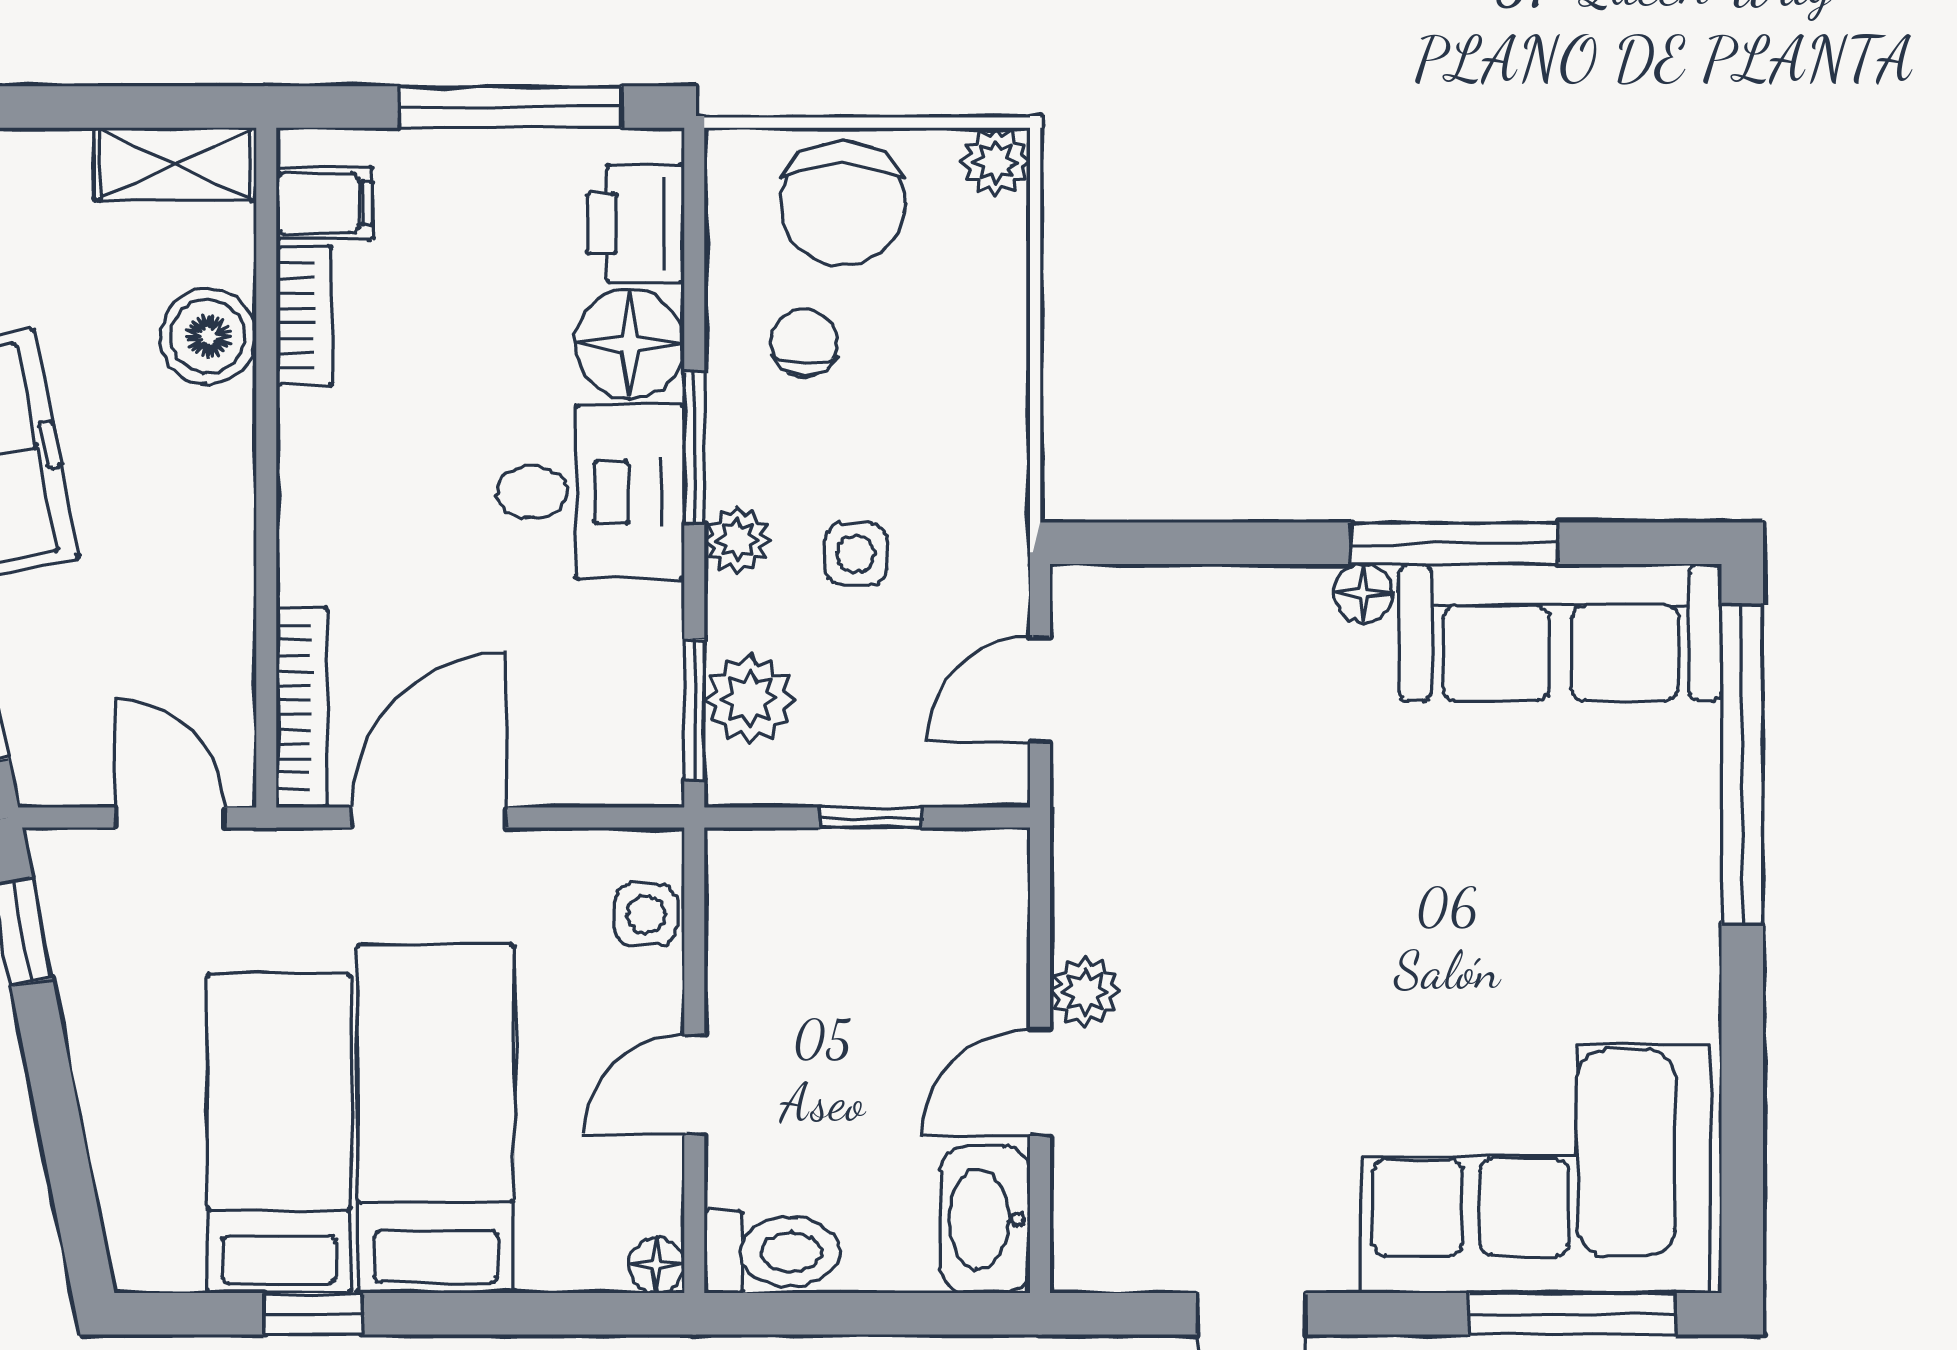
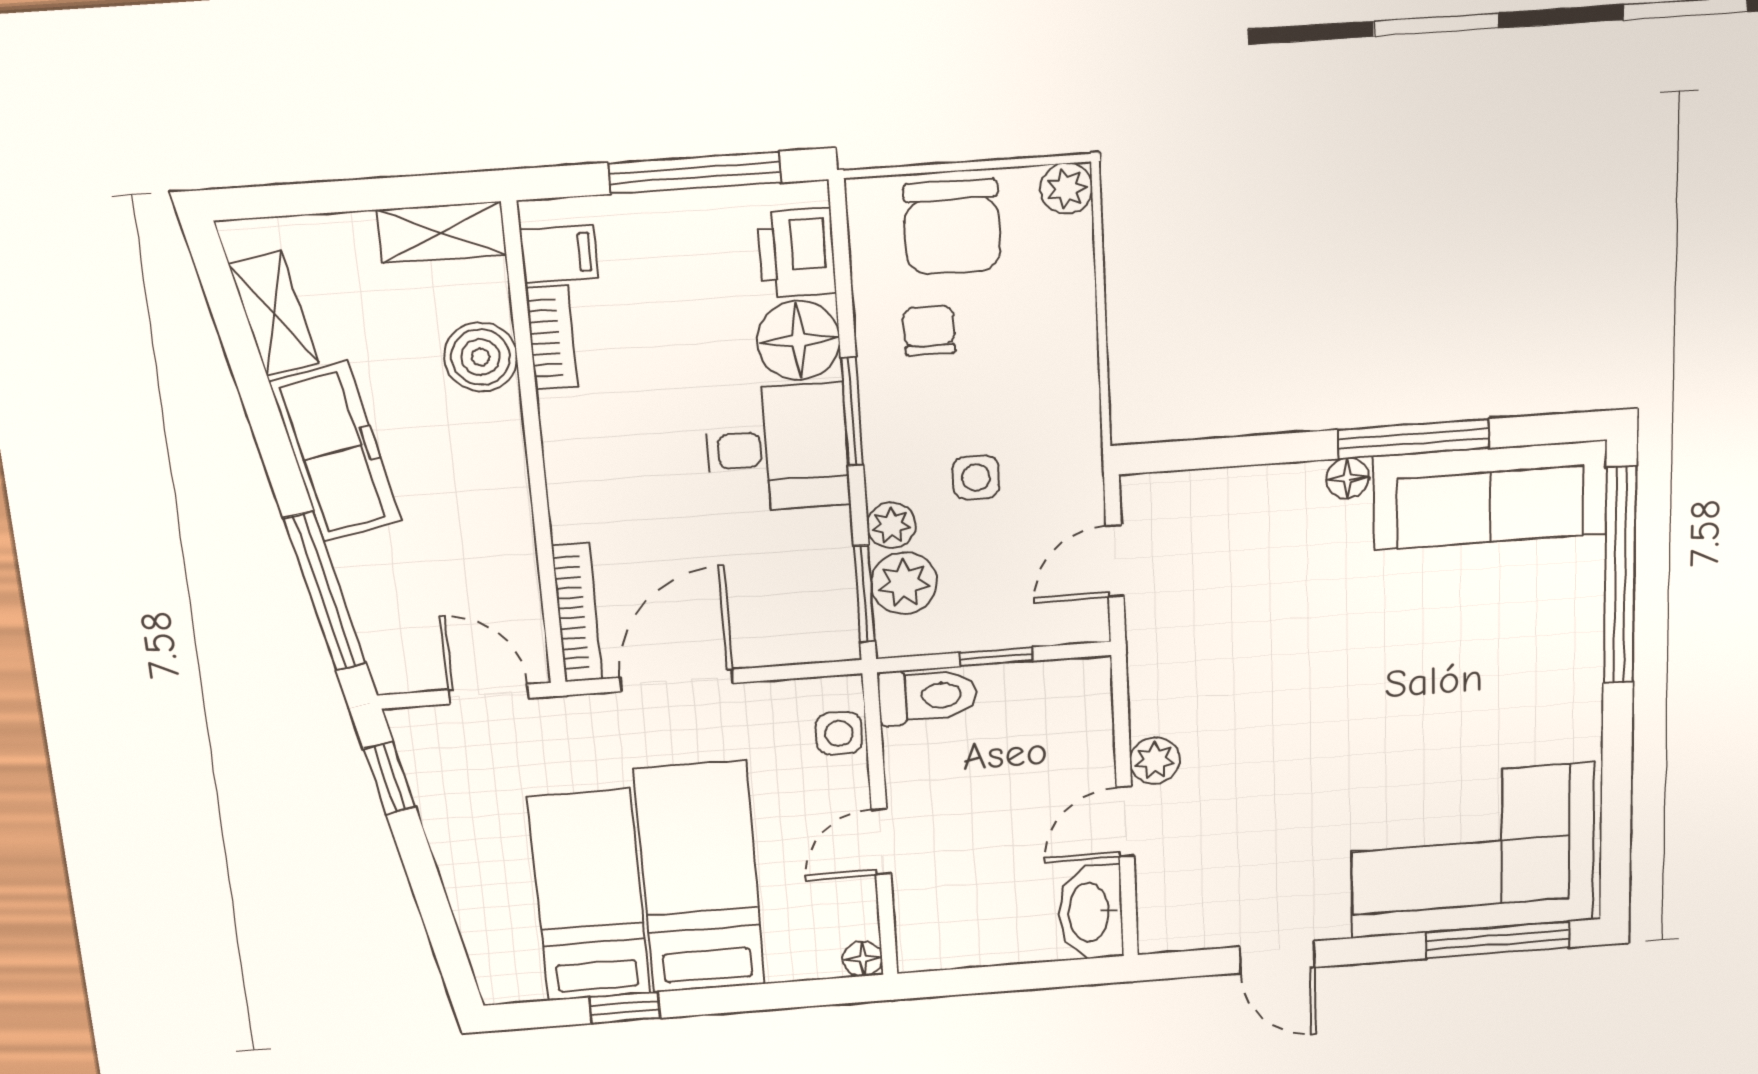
plant: (737, 540) -> (891, 525), moved
toilet: (772, 1252) -> (928, 696), moved

